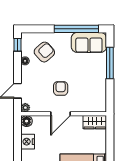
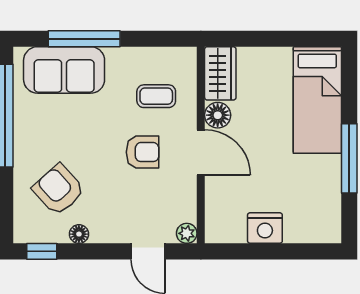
sofa: (89, 42) -> (64, 70), moved, turned 90
armchair: (61, 88) -> (143, 152), turned 180
coffee table: (85, 94) -> (156, 96), added
floor lamp: (27, 121) -> (218, 115), moved

